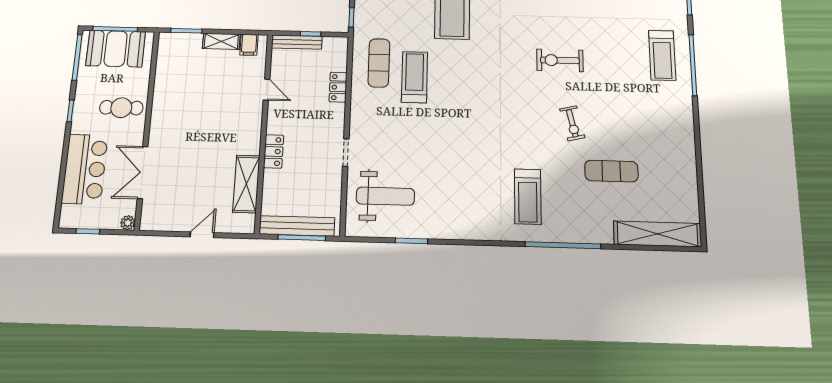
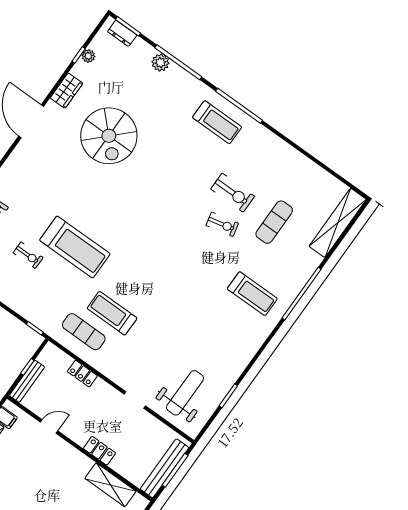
exercise bike: (560, 60) -> (233, 193), moved, turned -90

